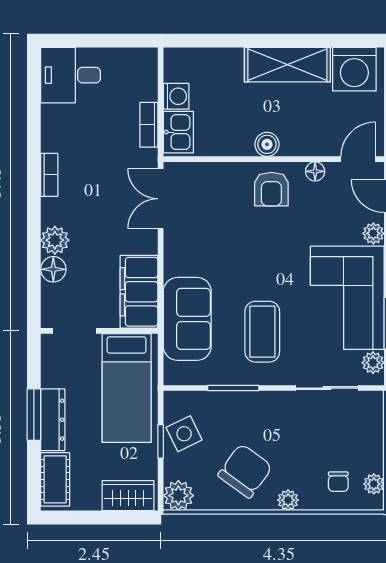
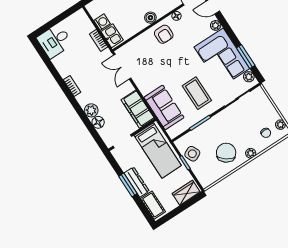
plant: (178, 496) -> (206, 180), removed

